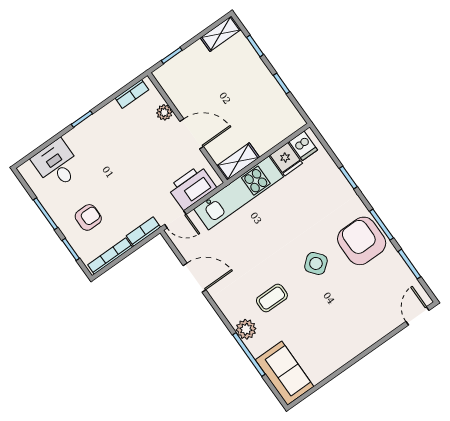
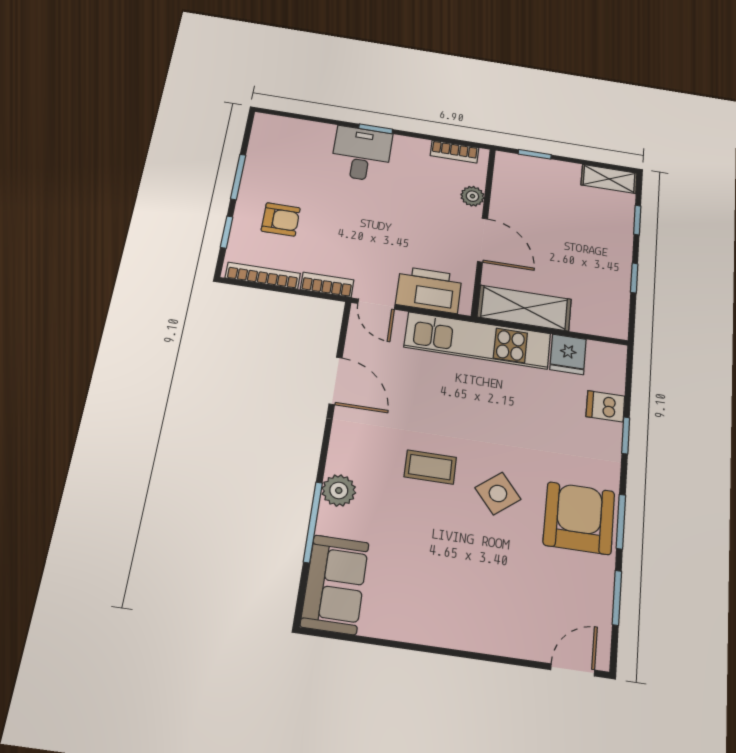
dishwasher: (303, 146) -> (605, 406), moved, turned 90
shelving: (238, 162) -> (524, 308), width x1.50, depth x1.33
desk: (57, 164) -> (362, 154), moved
coffee table: (272, 298) -> (430, 467), moved

